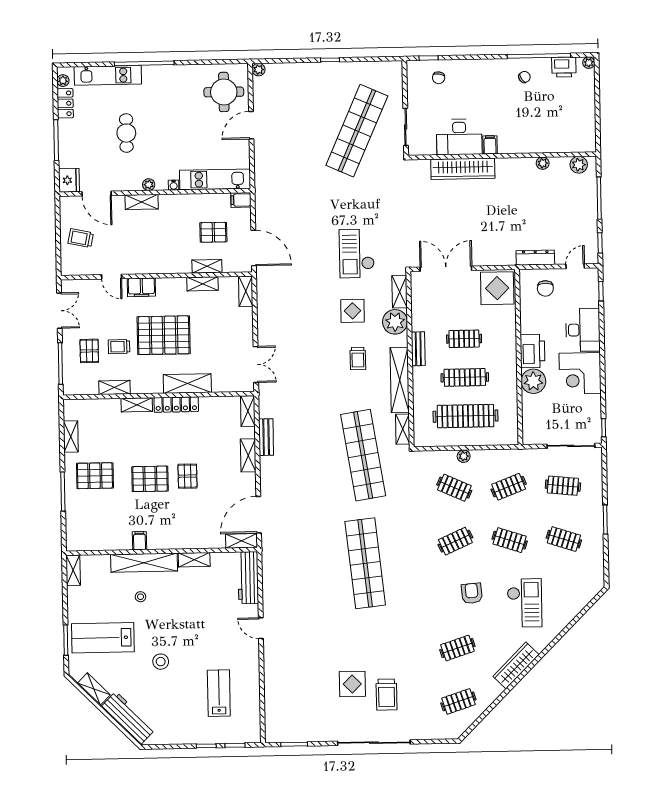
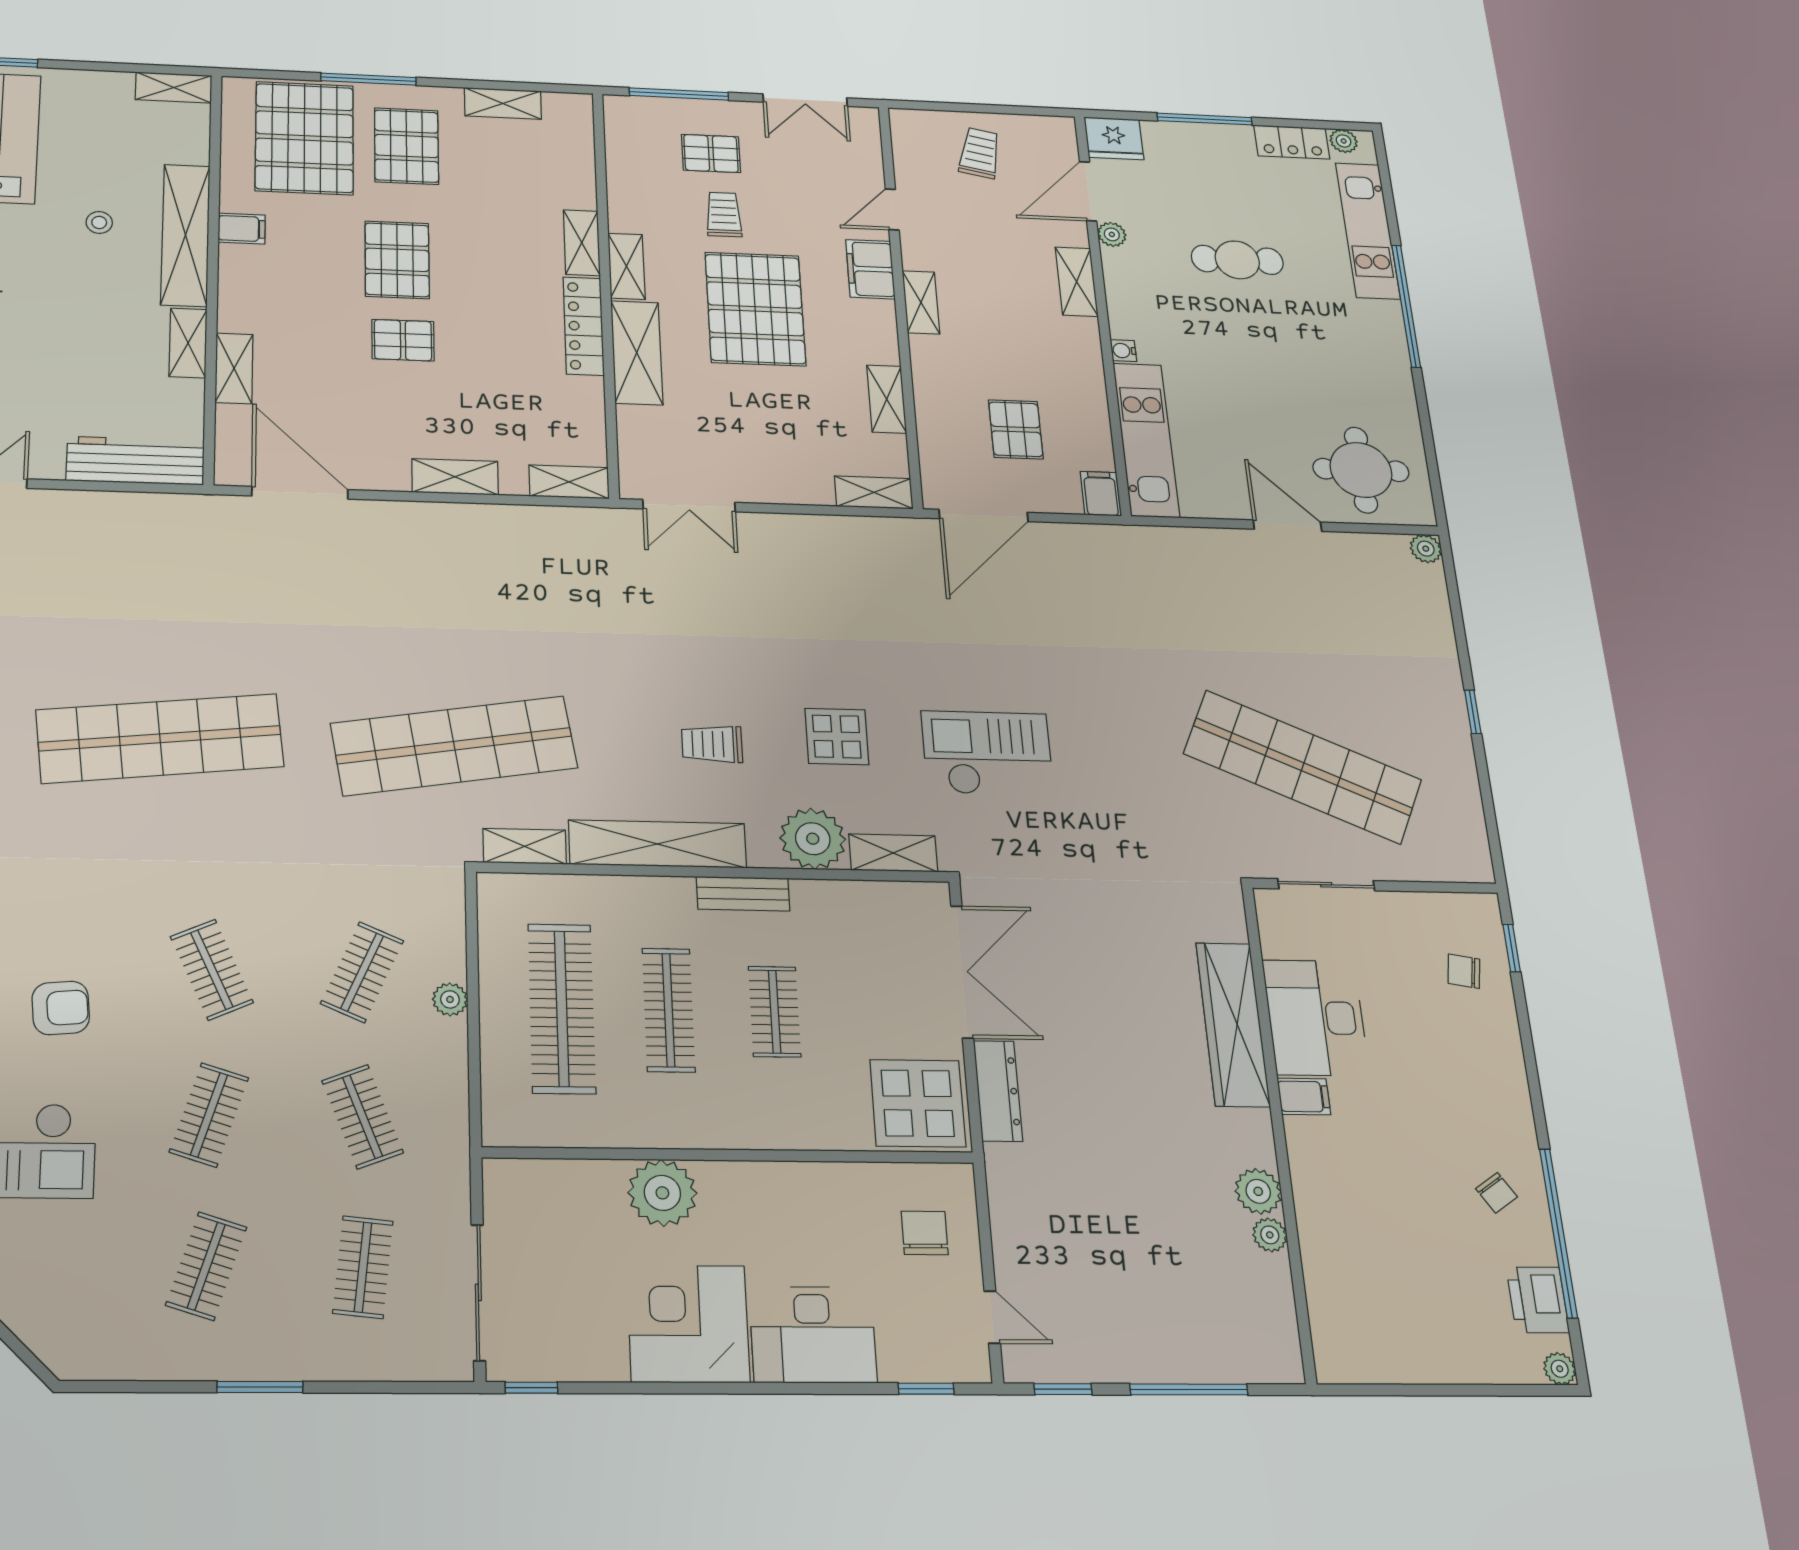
plant: (579, 165) -> (1258, 1191), moved
plant: (149, 185) -> (1112, 234), moved
dresser: (535, 258) -> (998, 1091), moved
shelving: (207, 266) -> (921, 302), moved
chair: (545, 288) -> (925, 1233), turned 90
printer: (532, 351) -> (747, 1193), removed
shelving: (115, 387) -> (626, 266), moved
bench: (266, 437) -> (502, 520), removed
pallet: (94, 517) -> (304, 138), added
shelving: (241, 541) -> (234, 368), moved

